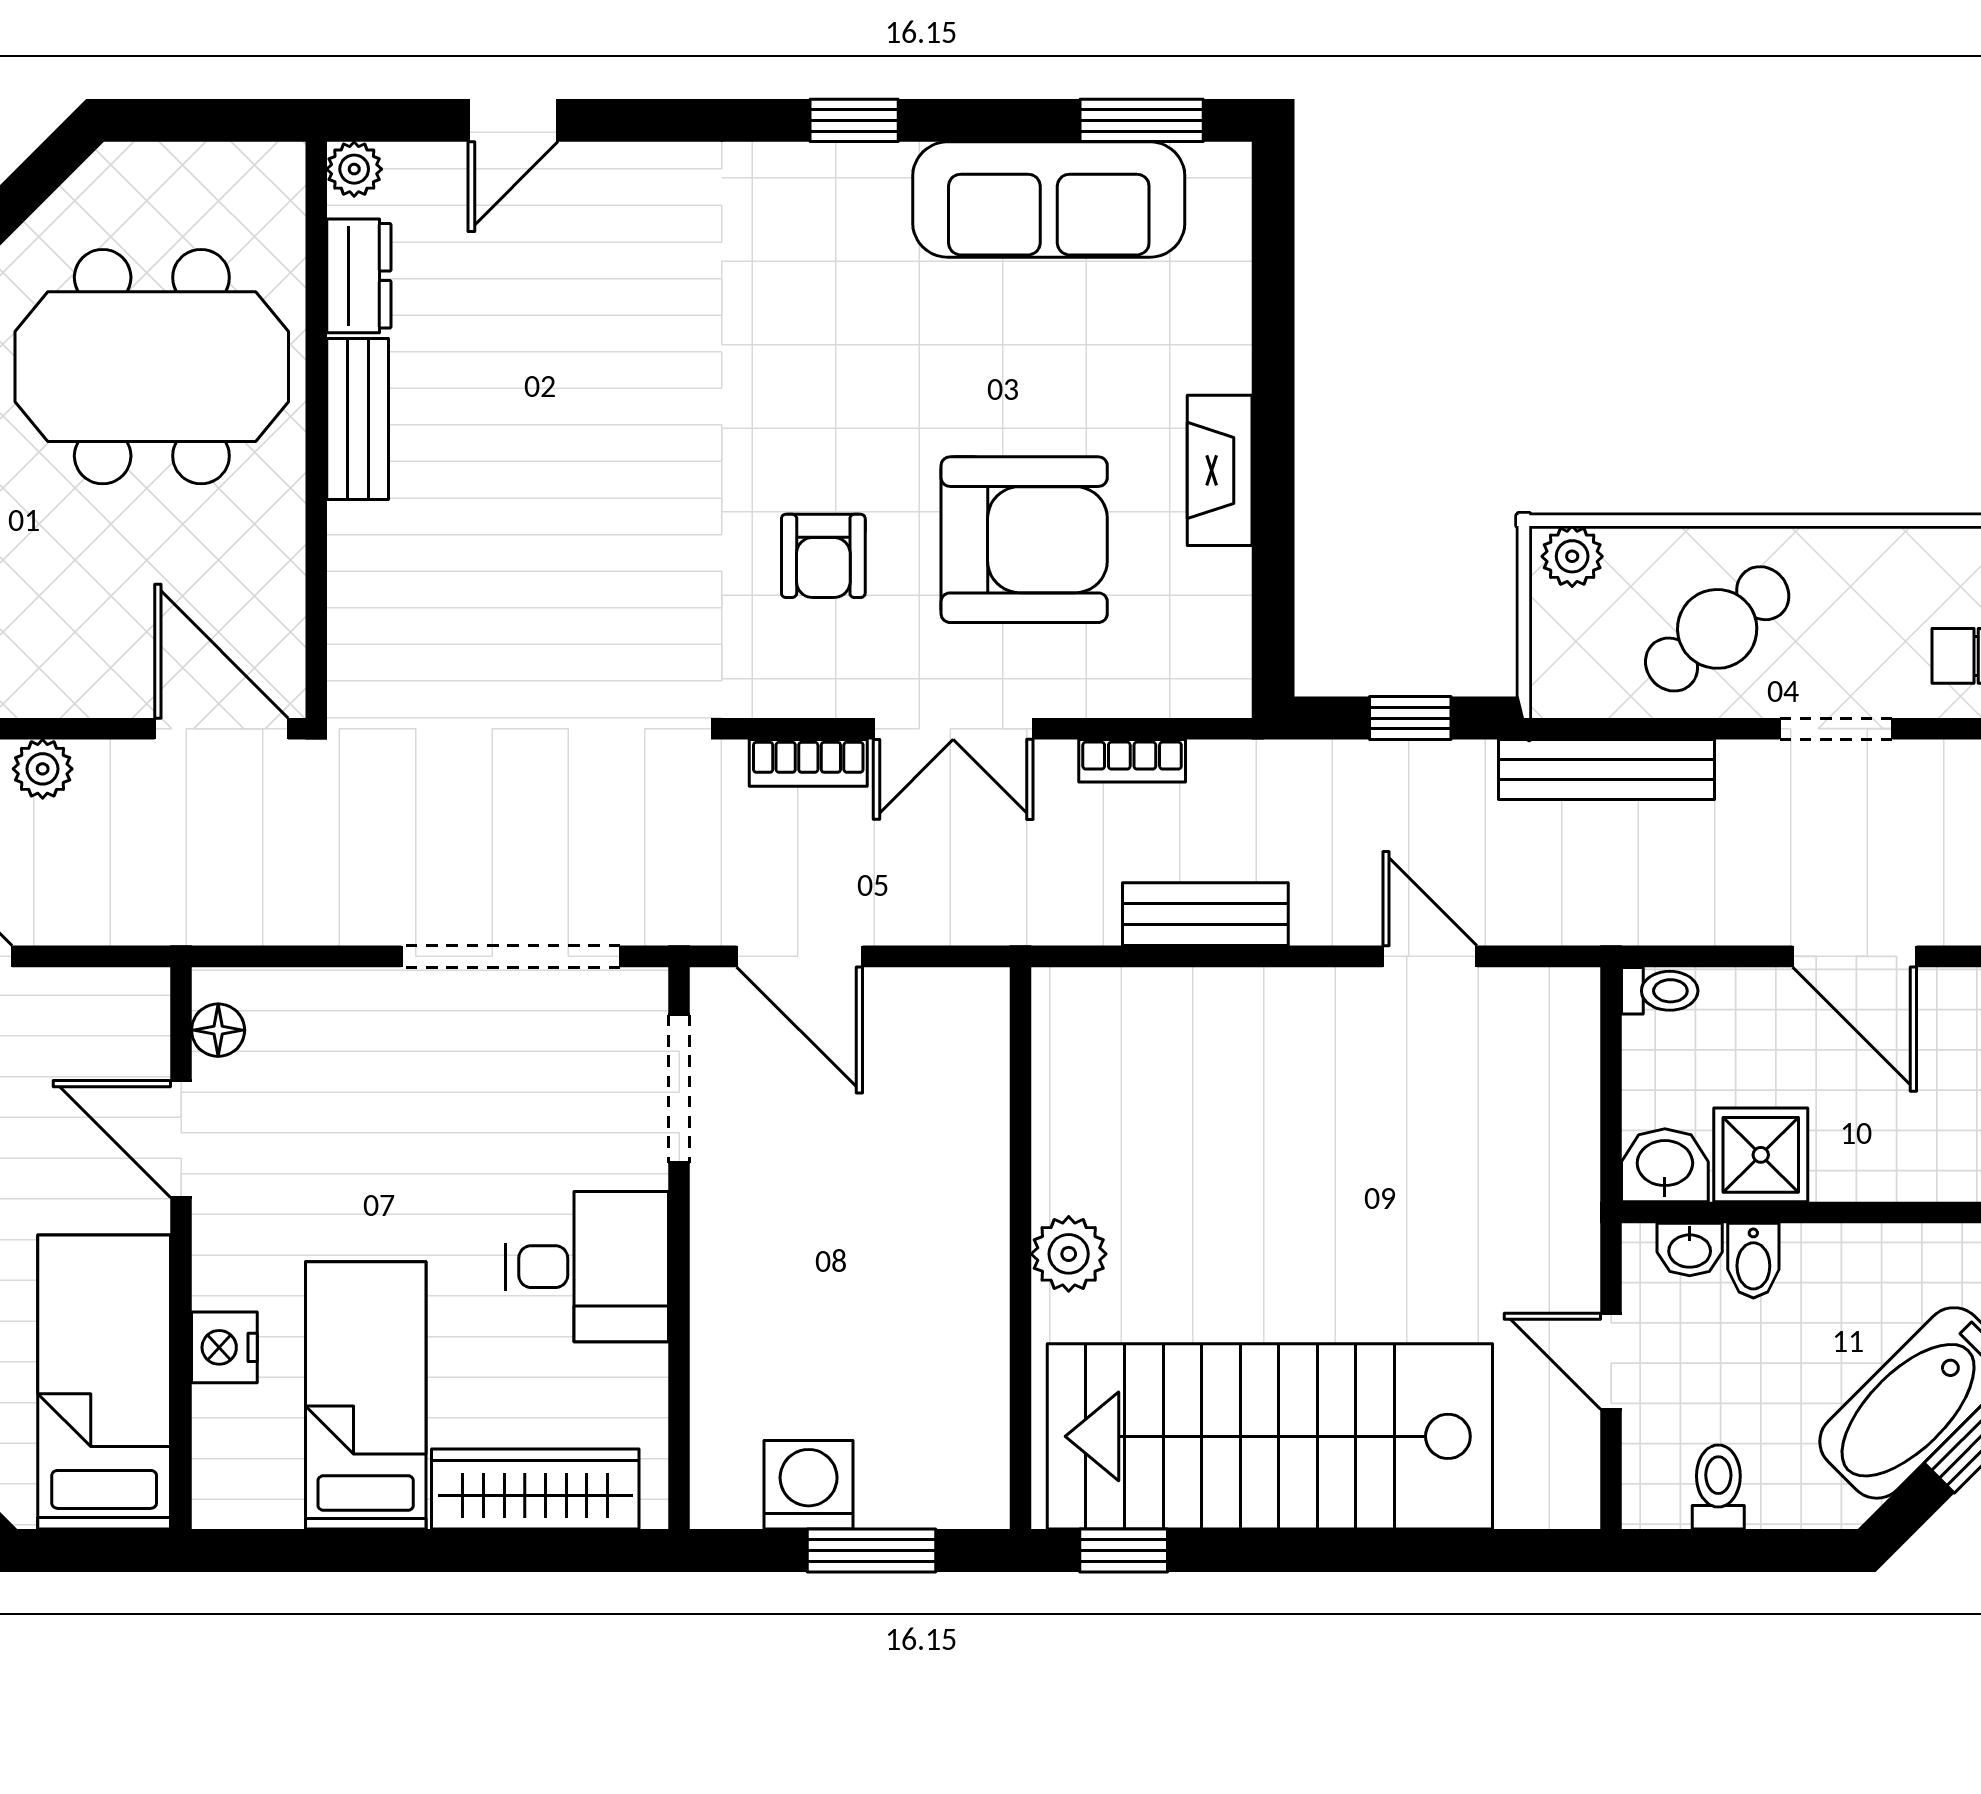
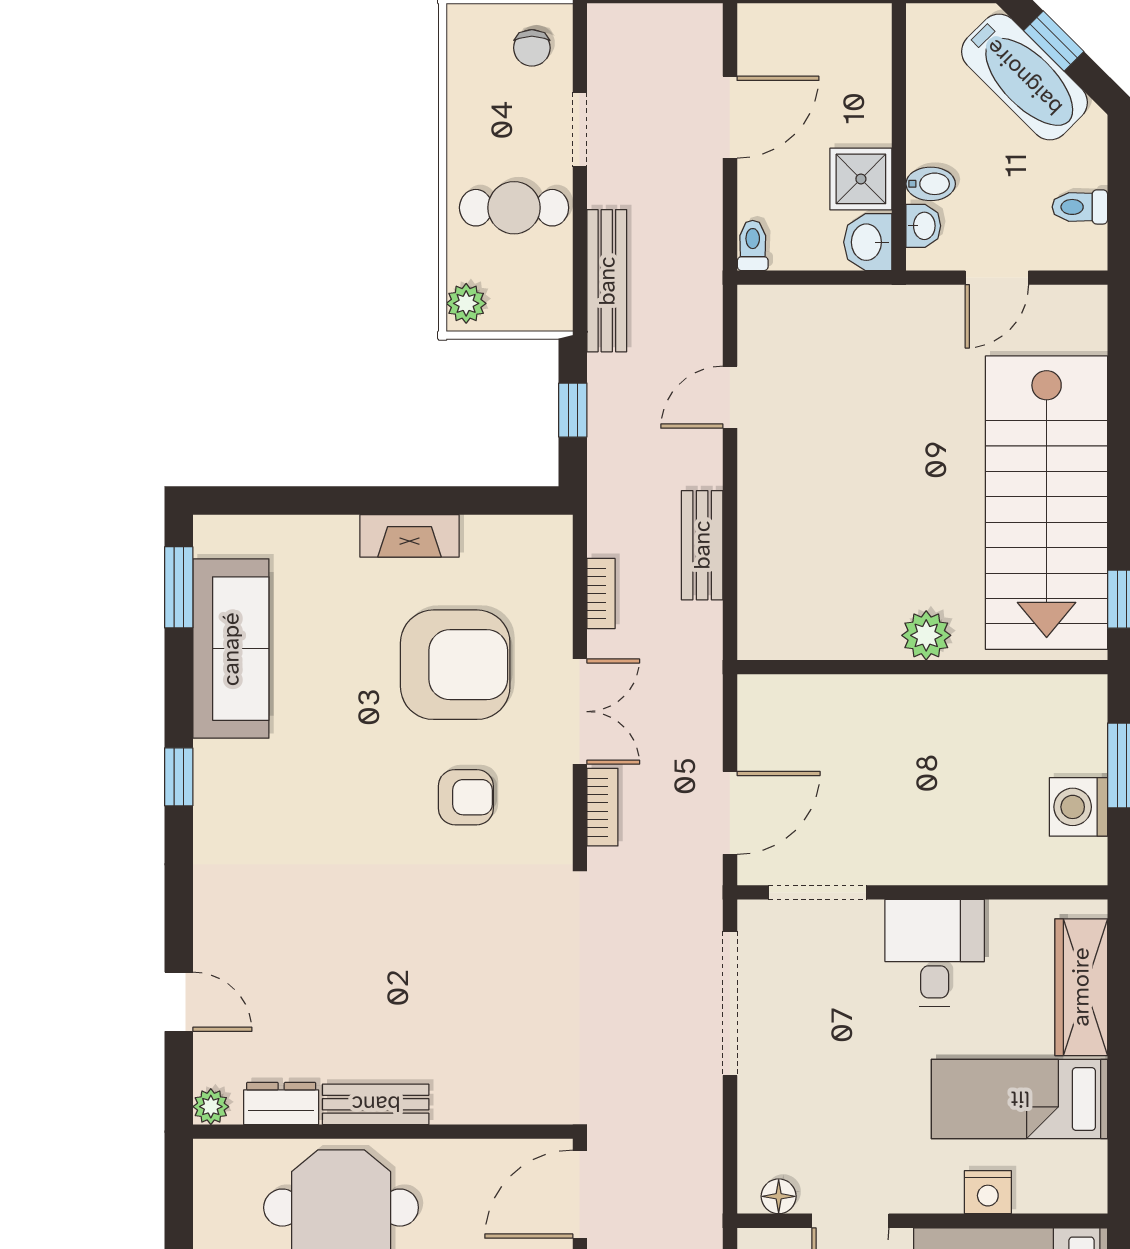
armchair: (1024, 540) -> (455, 665), turned 90
cafe table: (1717, 629) -> (514, 208), turned -52

